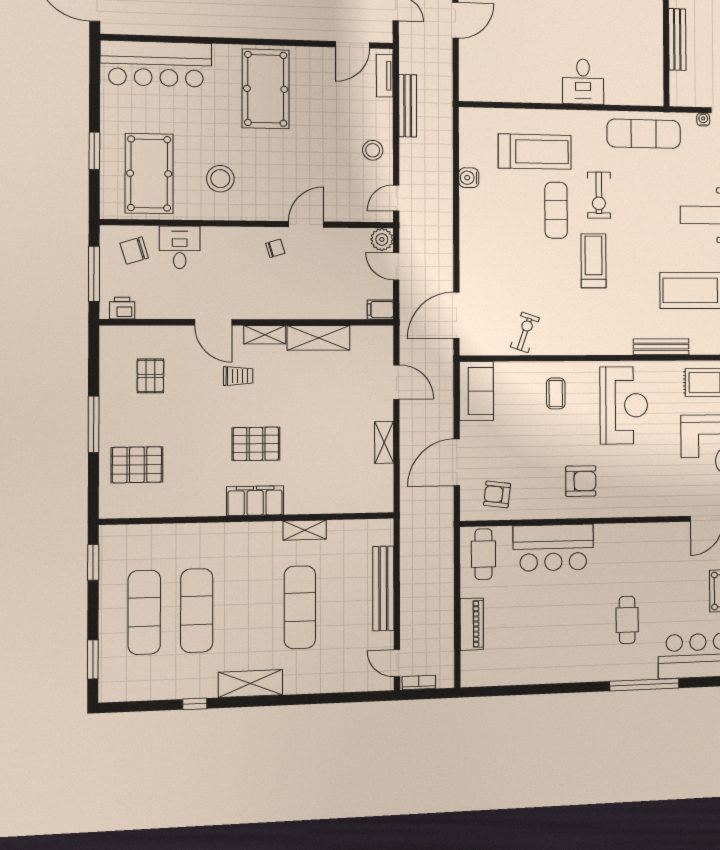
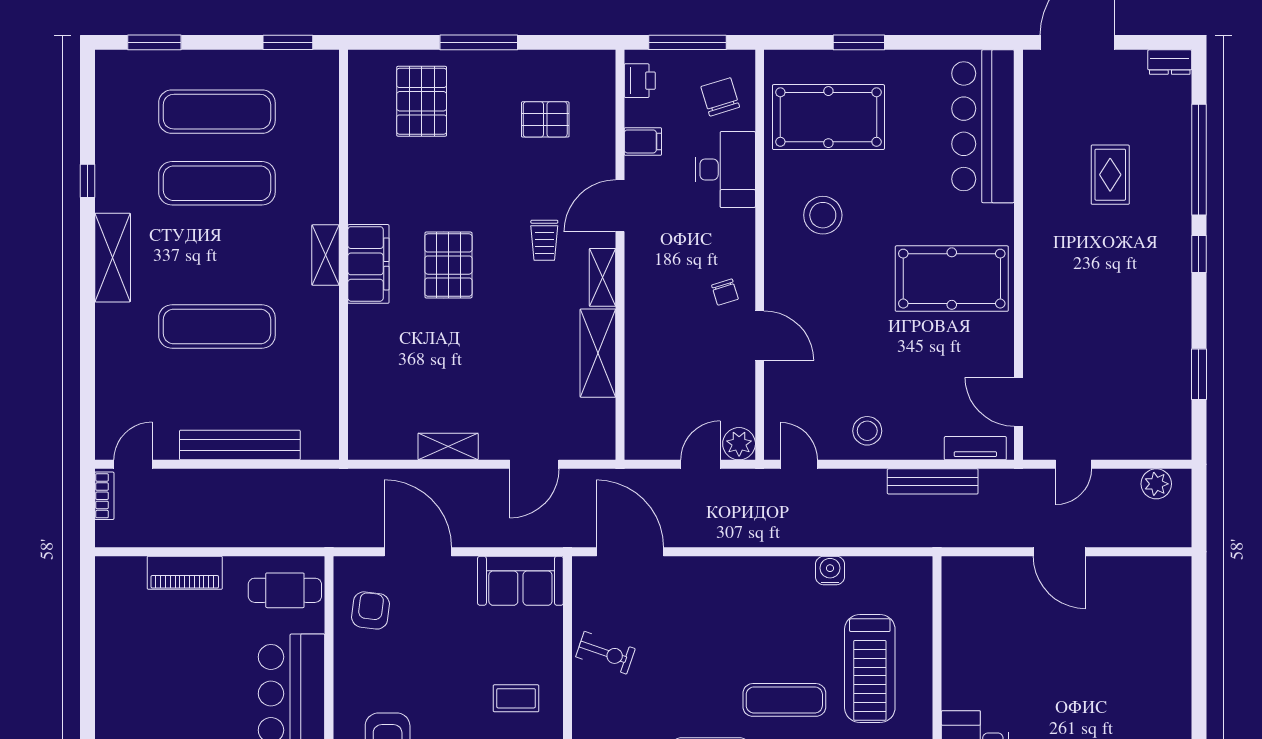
desk: (180, 247) -> (725, 170), width x1.37
filing cabinet: (380, 310) -> (643, 141), moved, turned 90
shelving: (305, 530) -> (326, 255), moved

